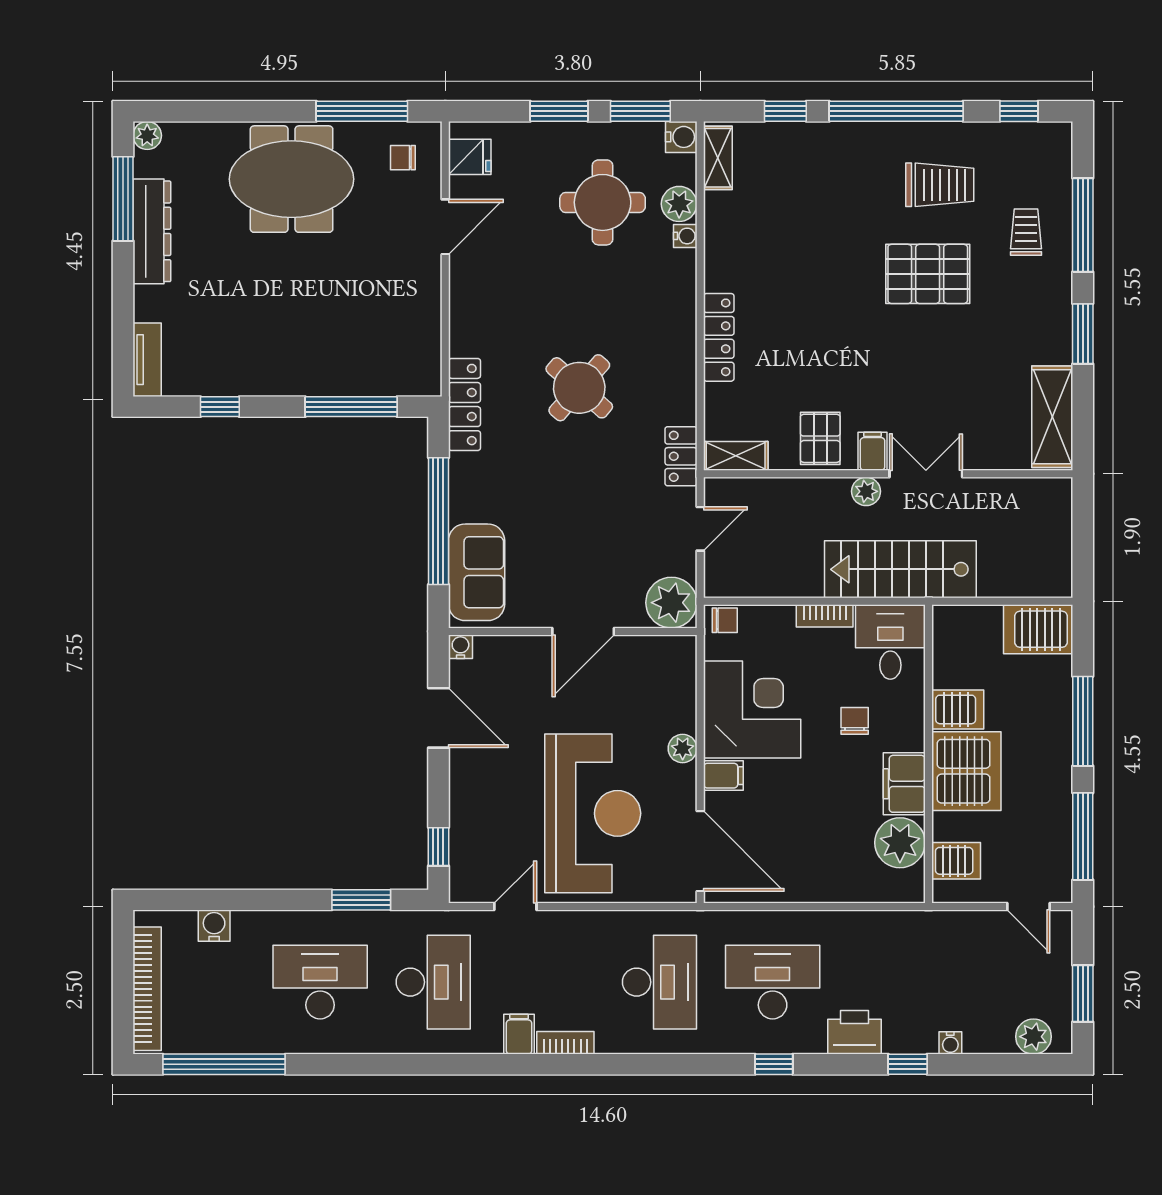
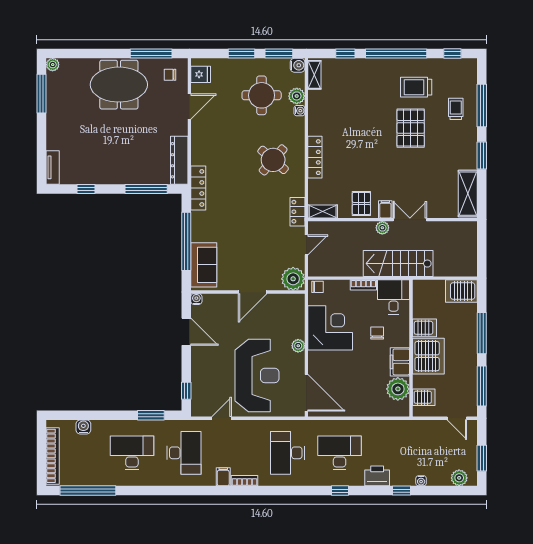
trolley: (940, 185) -> (416, 87), turned 180
dresser: (152, 231) -> (179, 160), moved, turned 180
pallet: (928, 274) -> (411, 128), turned 90
round table: (579, 388) -> (273, 160), moved
filing cabinet: (723, 776) -> (317, 358), removed
desk: (659, 982) -> (288, 453), turned 180

